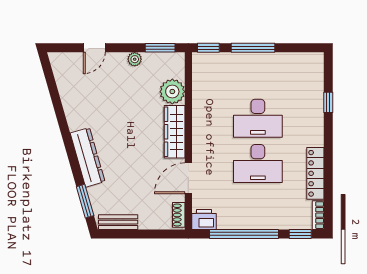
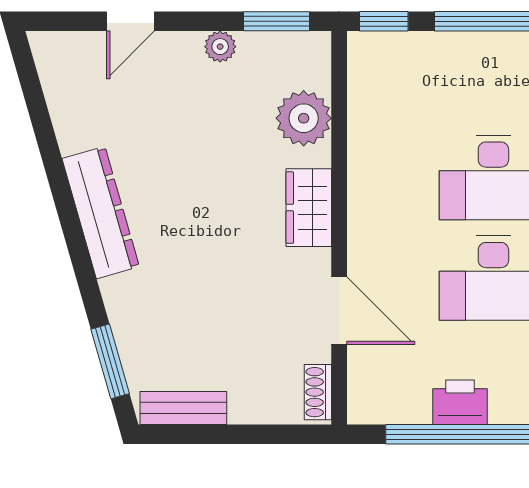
wardrobe: (175, 132) -> (309, 208), width x0.67
dresser: (88, 157) -> (101, 213), moved
door: (188, 178) -> (339, 311), swing flipped
printer: (204, 219) -> (460, 402), moved

